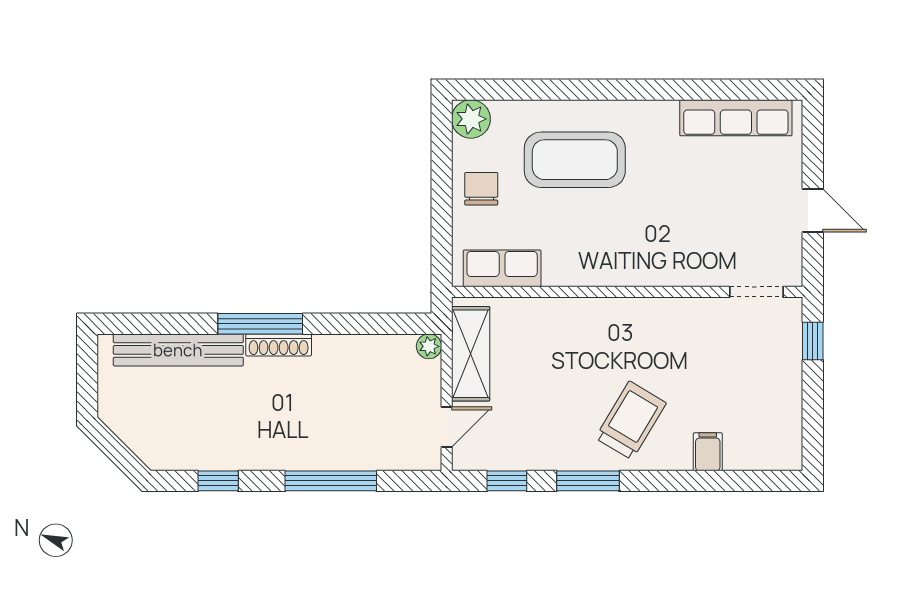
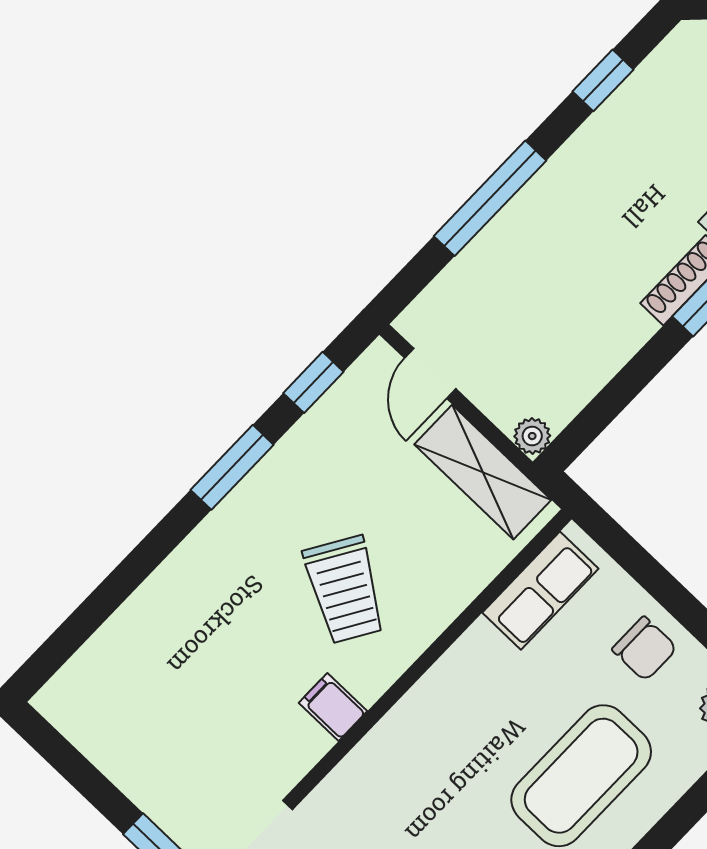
trolley: (631, 420) -> (345, 590), moved
filing cabinet: (708, 452) -> (333, 707), moved, turned 180

